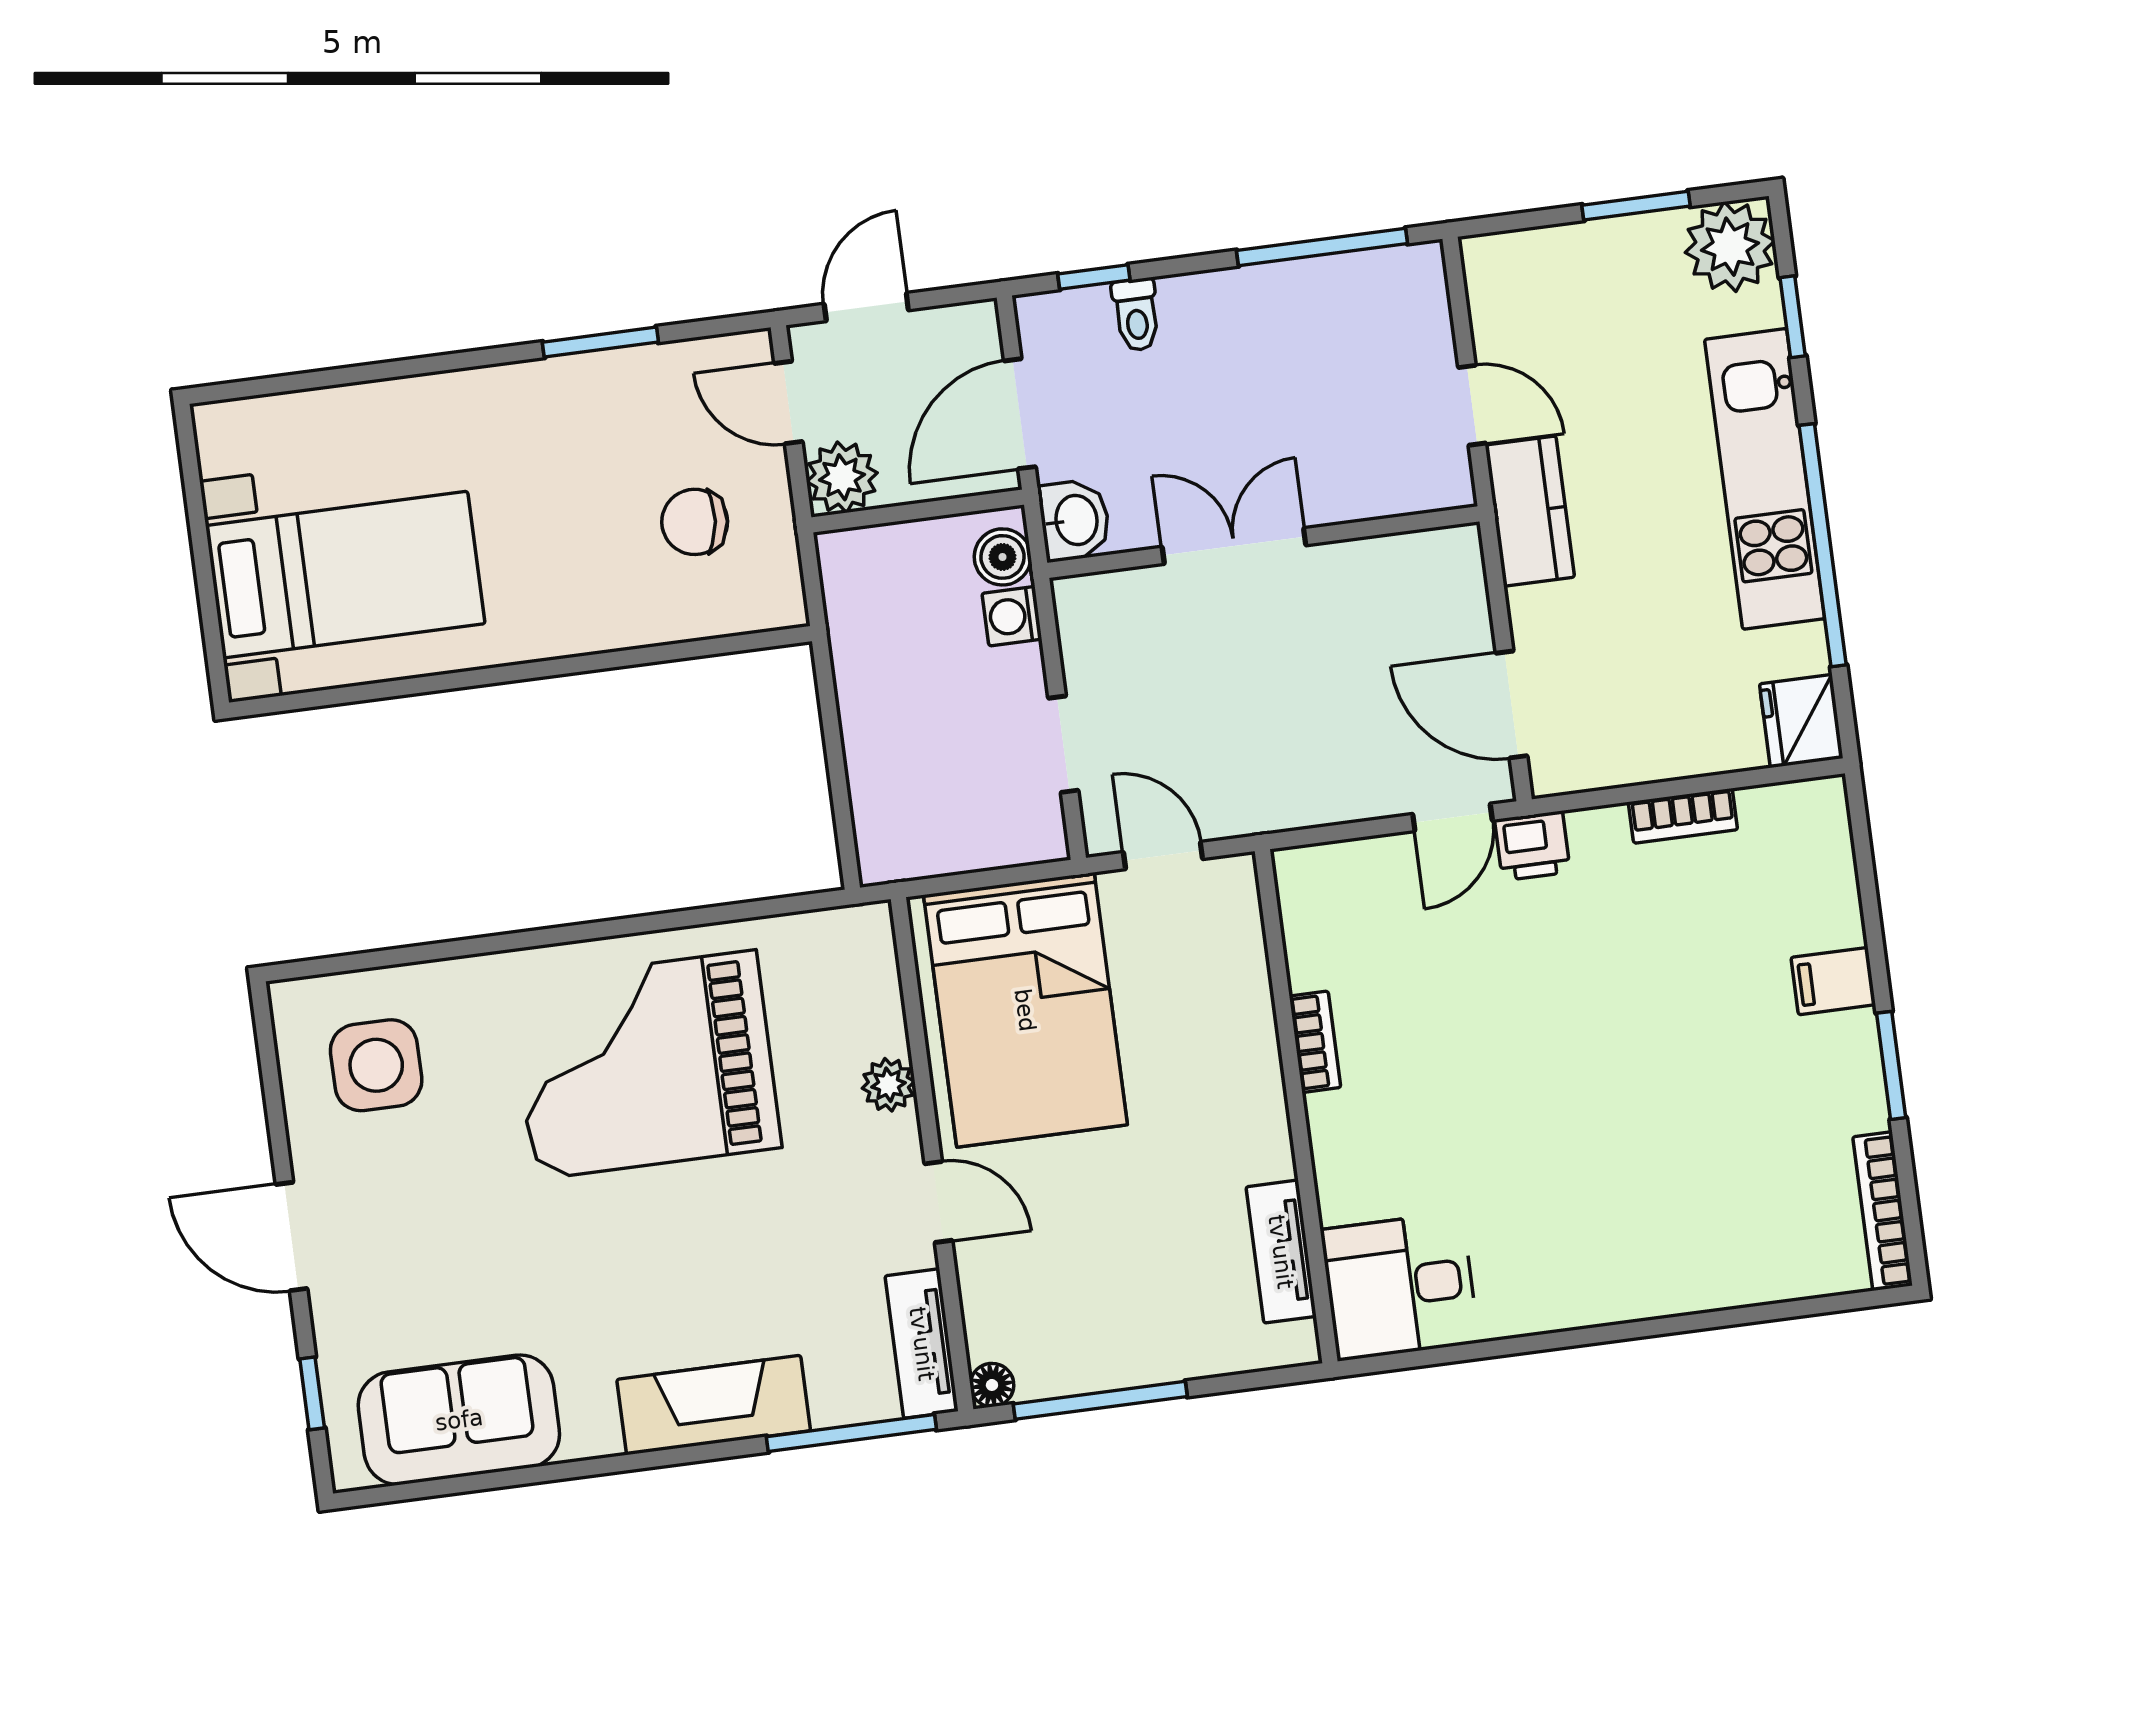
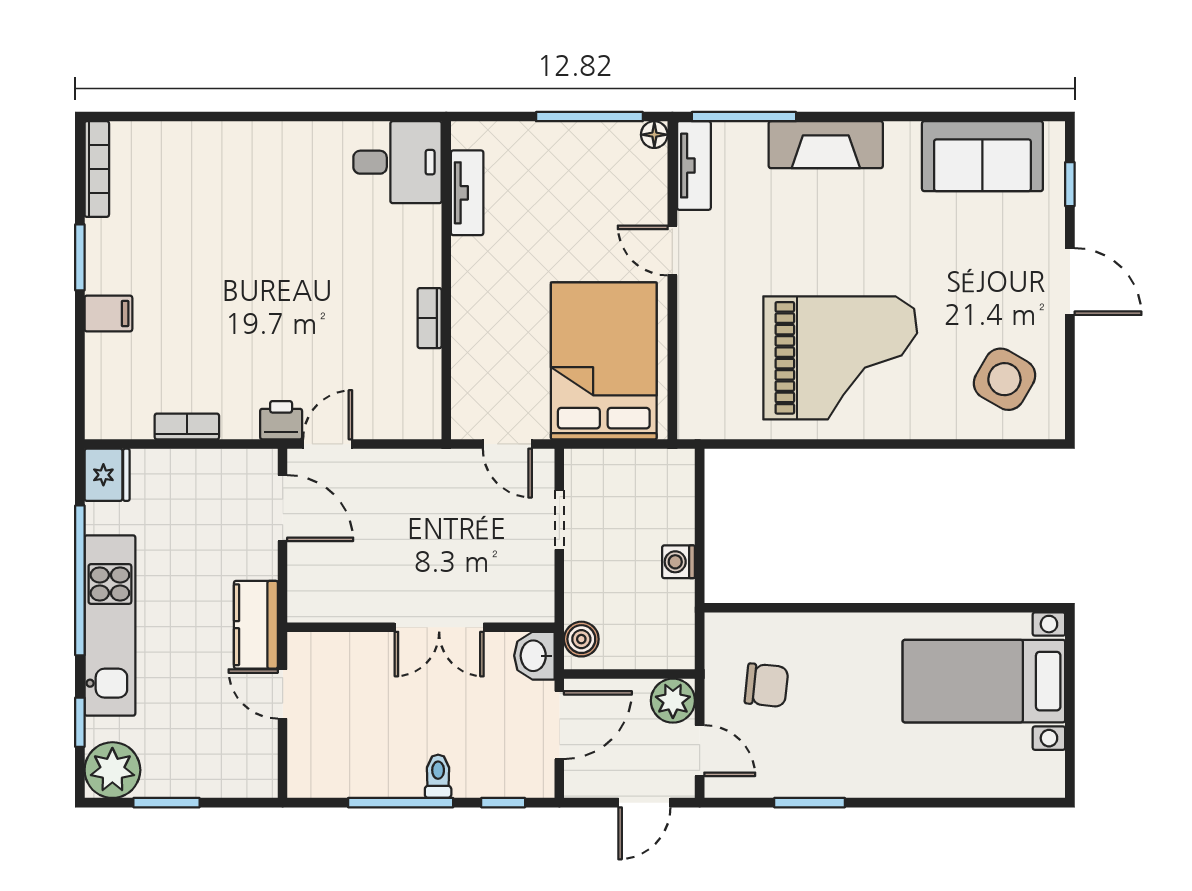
window: (1322, 247) -> (401, 803), moved
toilet: (1136, 315) -> (438, 776), moved
washing machine: (1012, 616) -> (679, 562), moved, turned 180
side table: (376, 1065) -> (1004, 379), turned 30
plant: (888, 1085) -> (693, 326), removed

